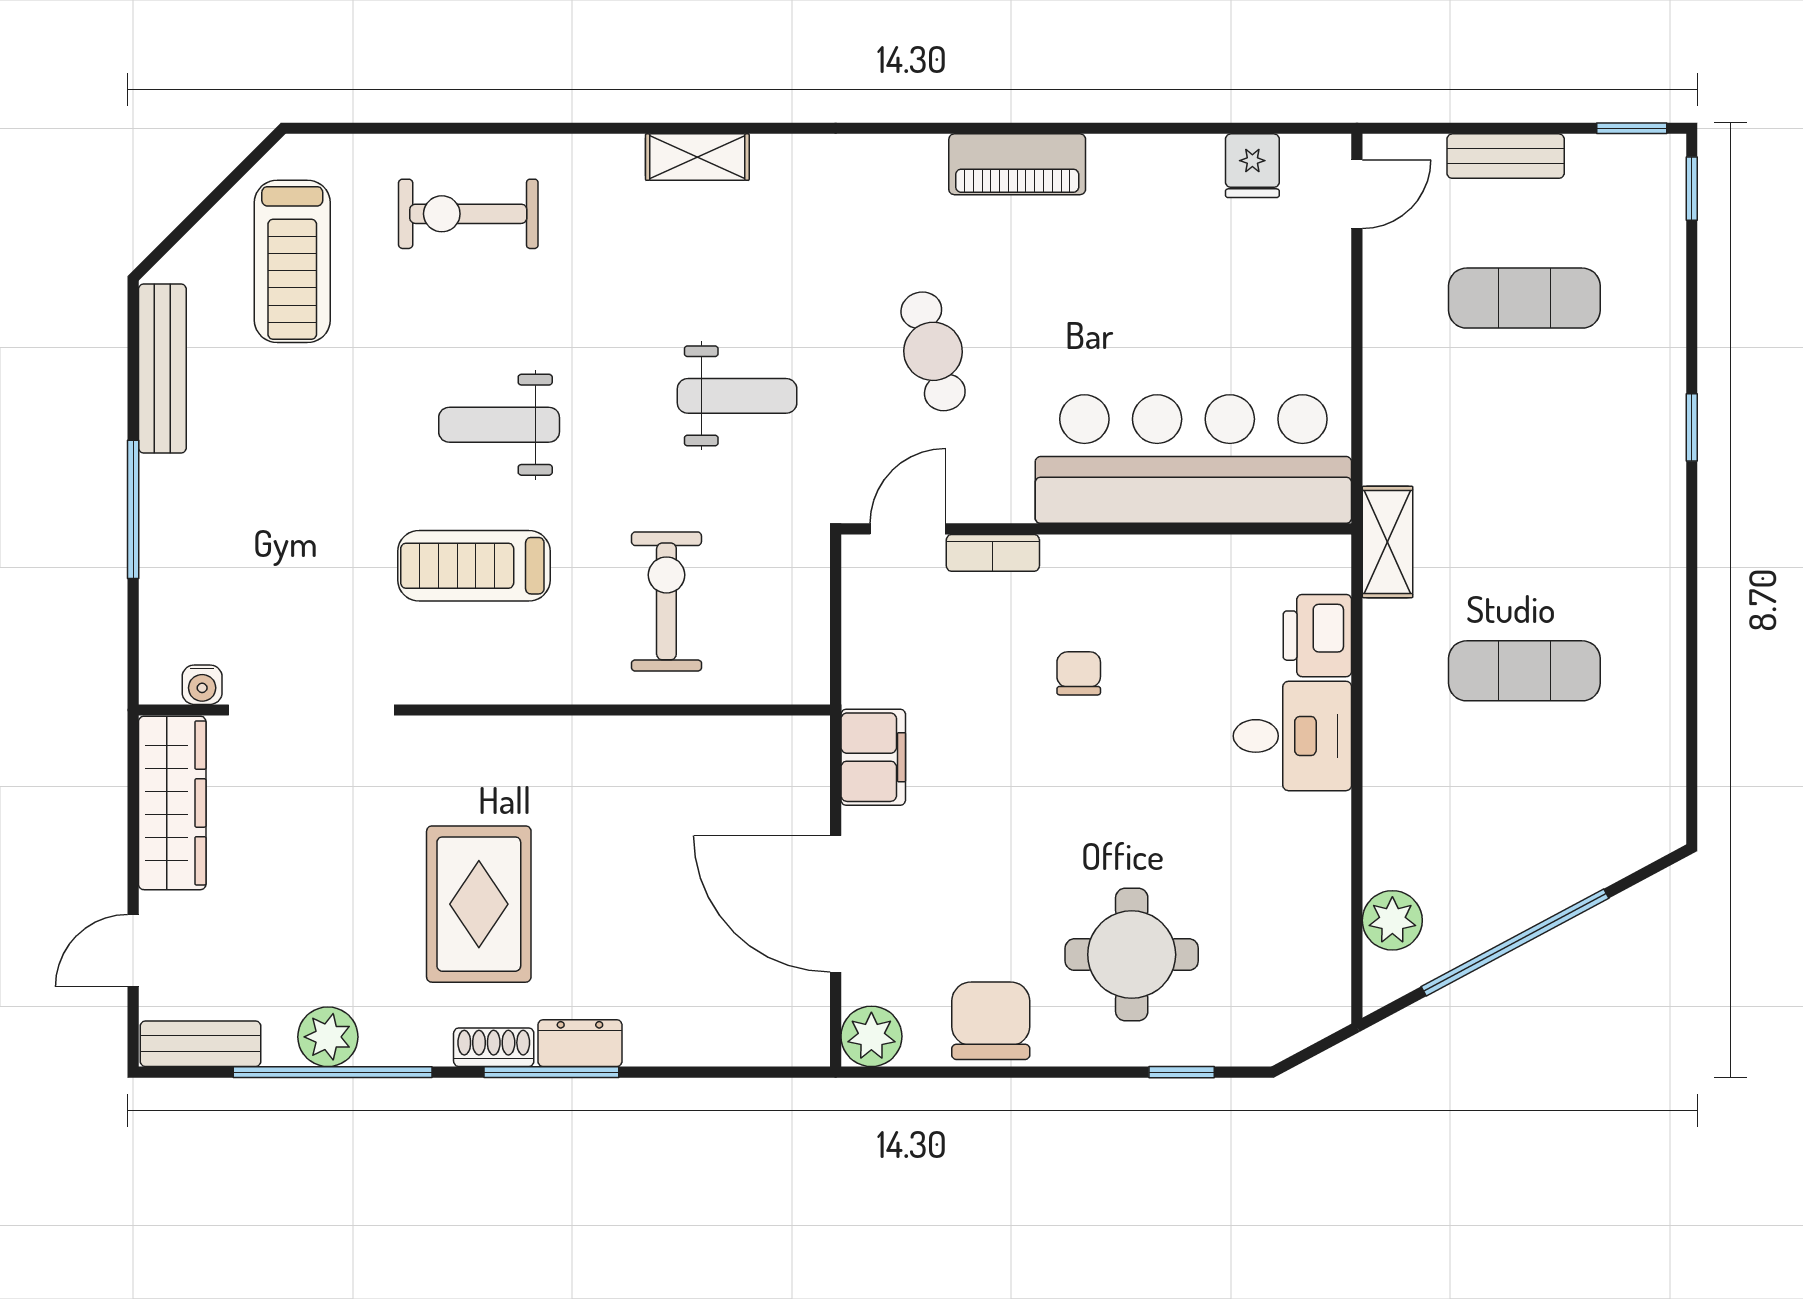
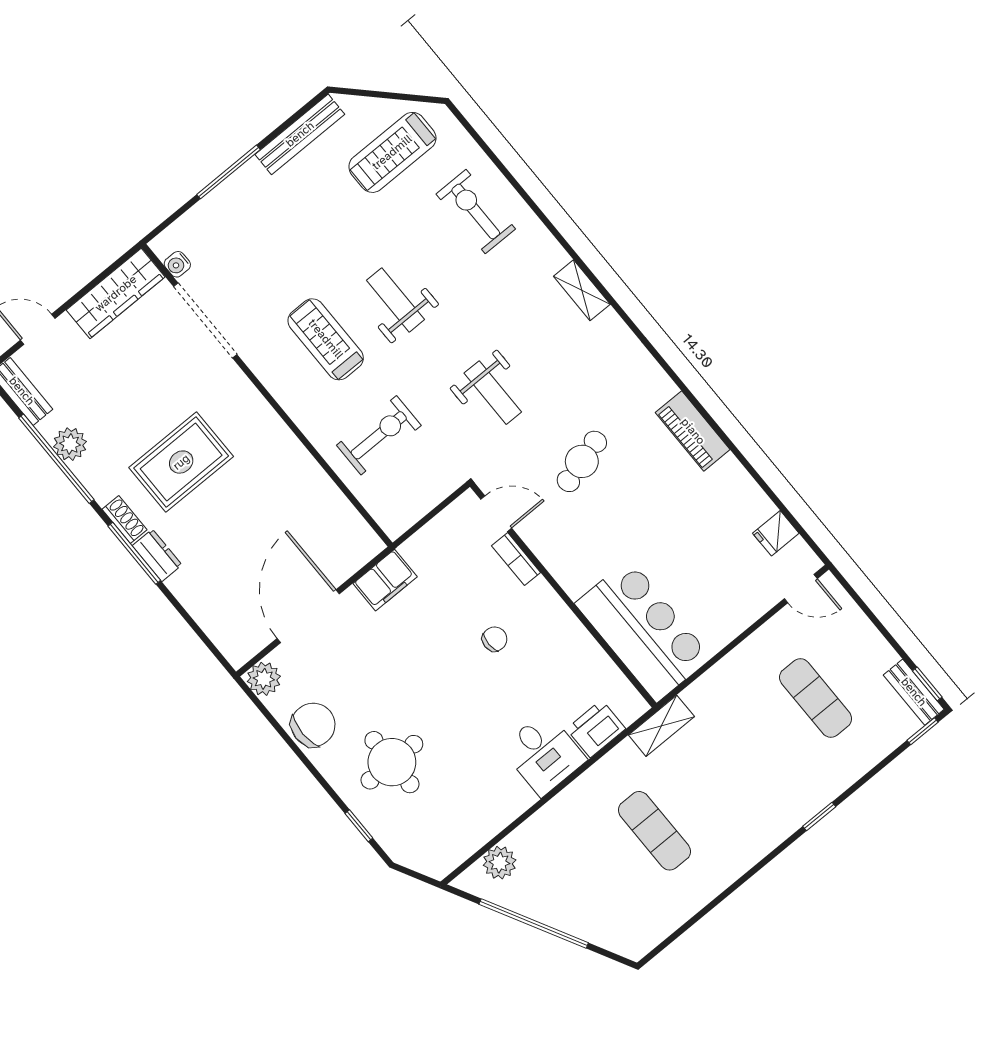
bench: (1506, 156) -> (914, 692), moved
bar counter: (1193, 459) -> (643, 631), width x0.73

